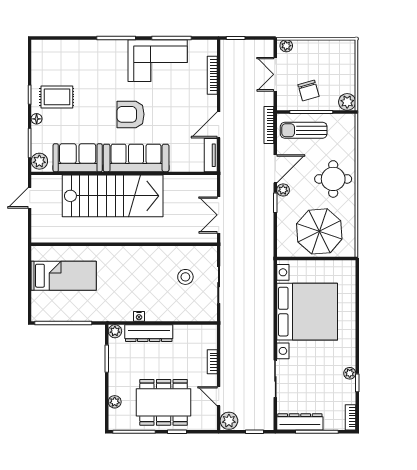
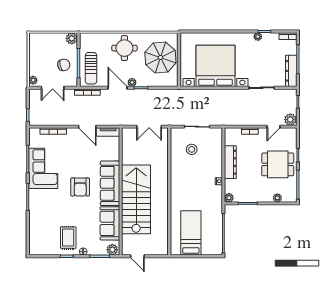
dresser: (149, 333) -> (230, 162), moved
dining table: (164, 402) -> (278, 164), width x0.73

